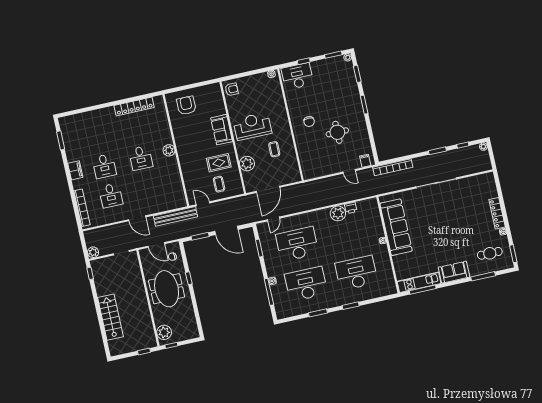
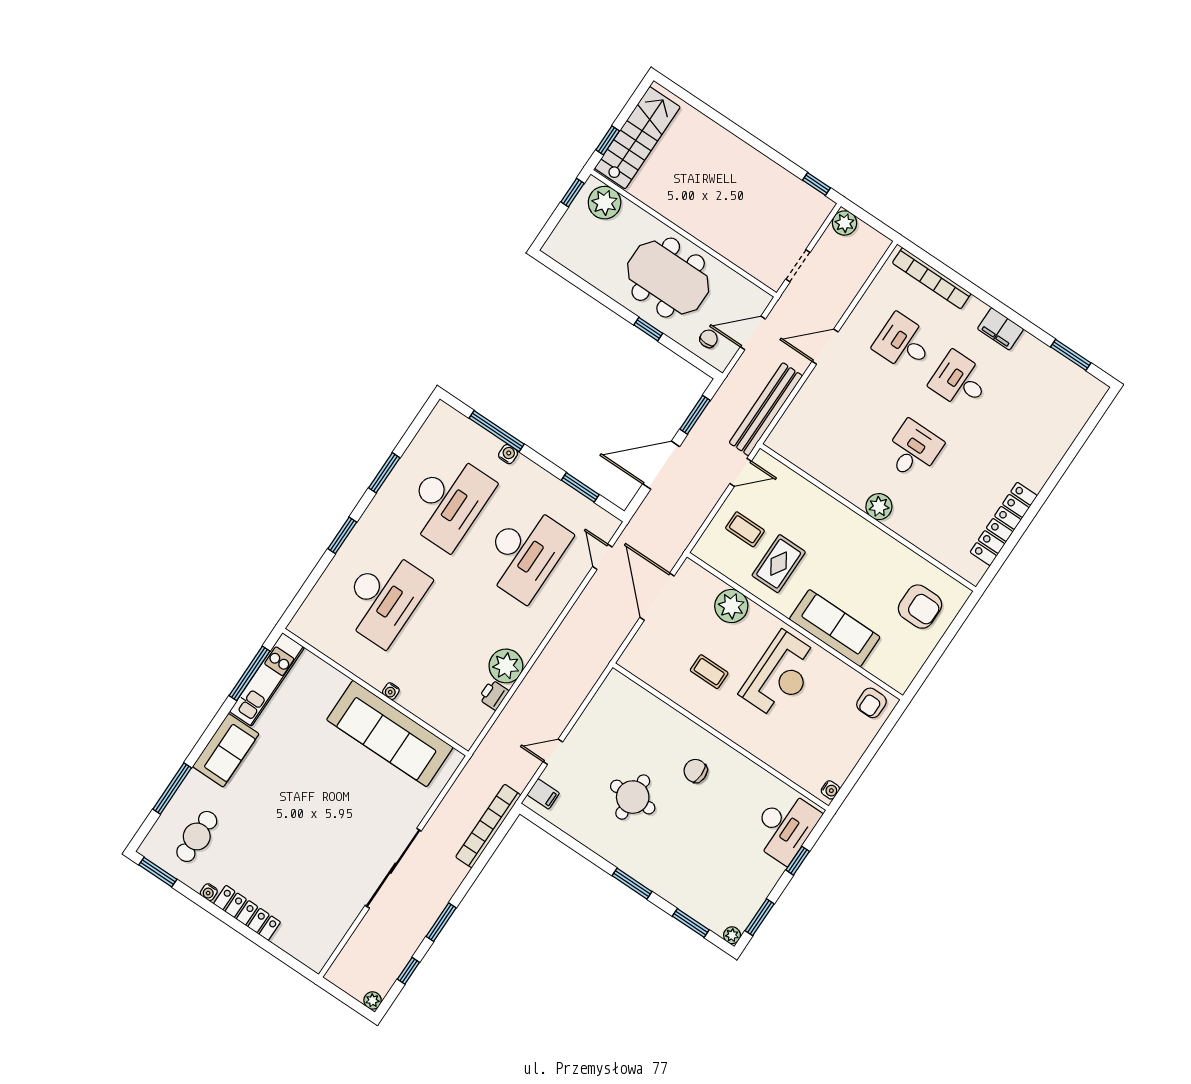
sofa: (222, 130) -> (835, 628), width x1.36
desk: (141, 158) -> (913, 450), turned 90
stairs: (110, 317) -> (637, 138), moved, turned -90

